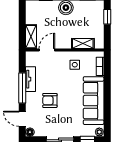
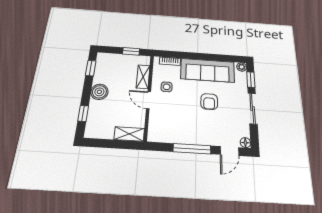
window: (107, 17) -> (131, 51), moved
door: (47, 50) -> (149, 100), moved
tv unit: (30, 79) -> (181, 138), removed
armchair: (50, 100) -> (209, 102), moved

